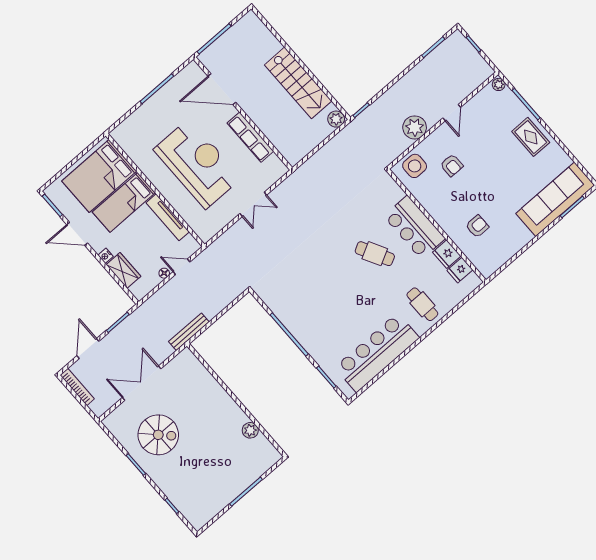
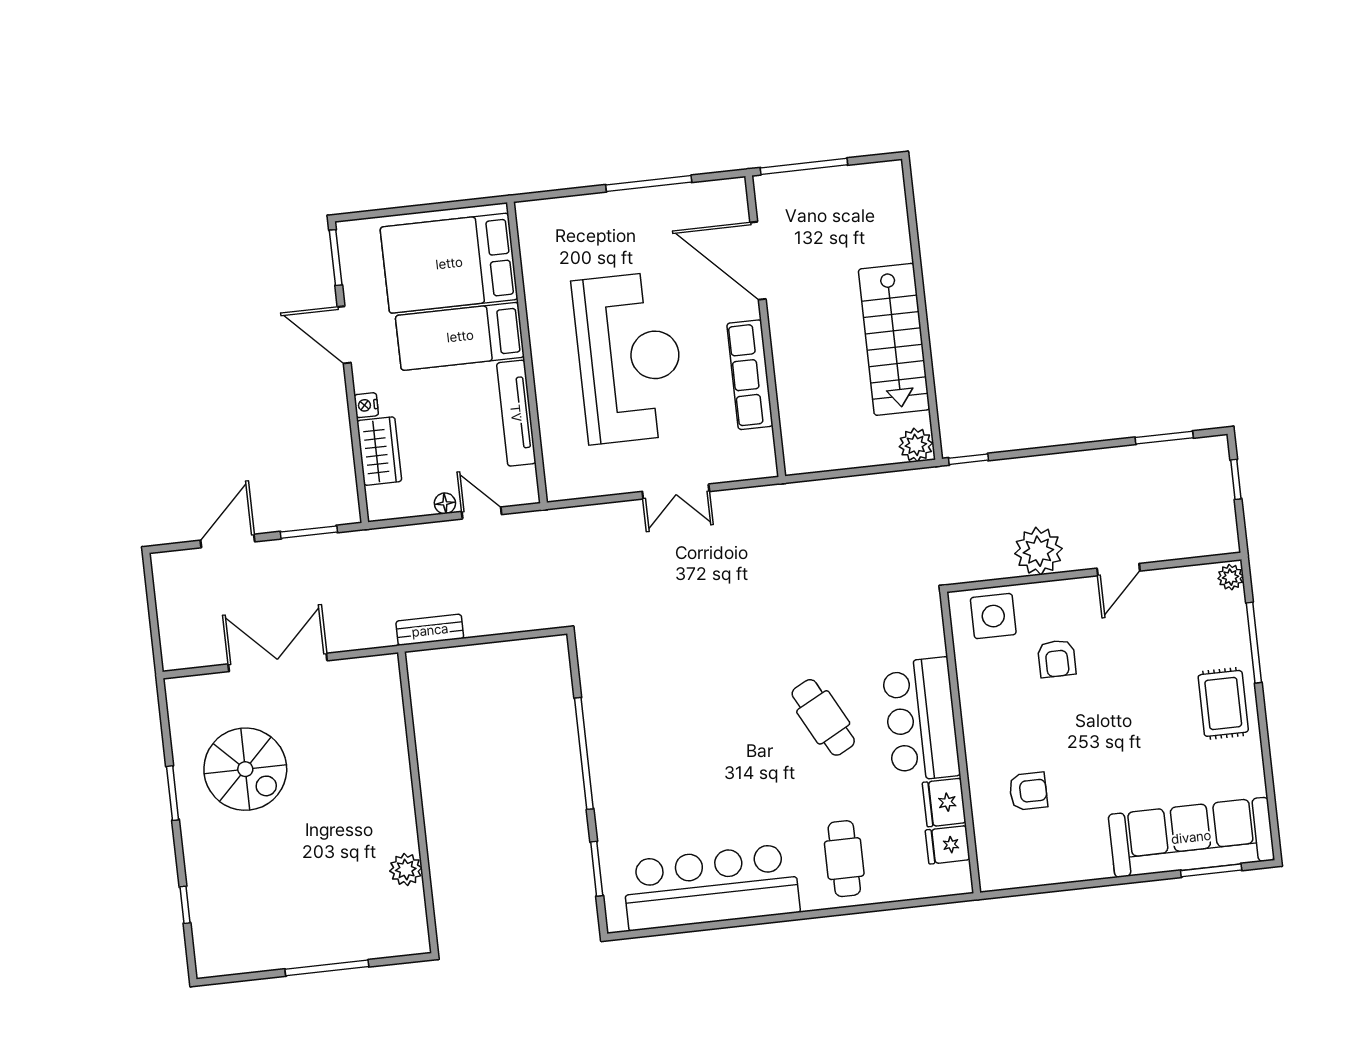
bench: (189, 332) -> (430, 630), width x0.73
bookcase: (77, 387) -> (165, 593), removed

